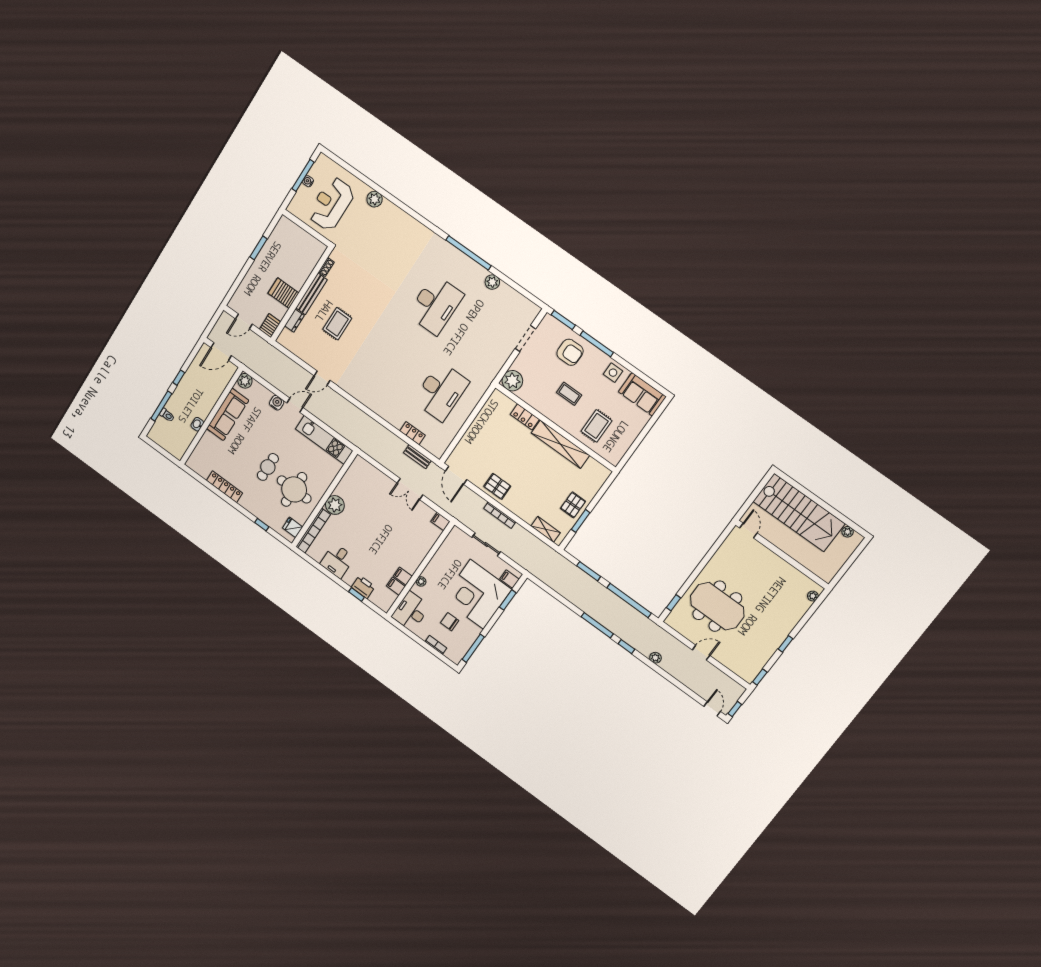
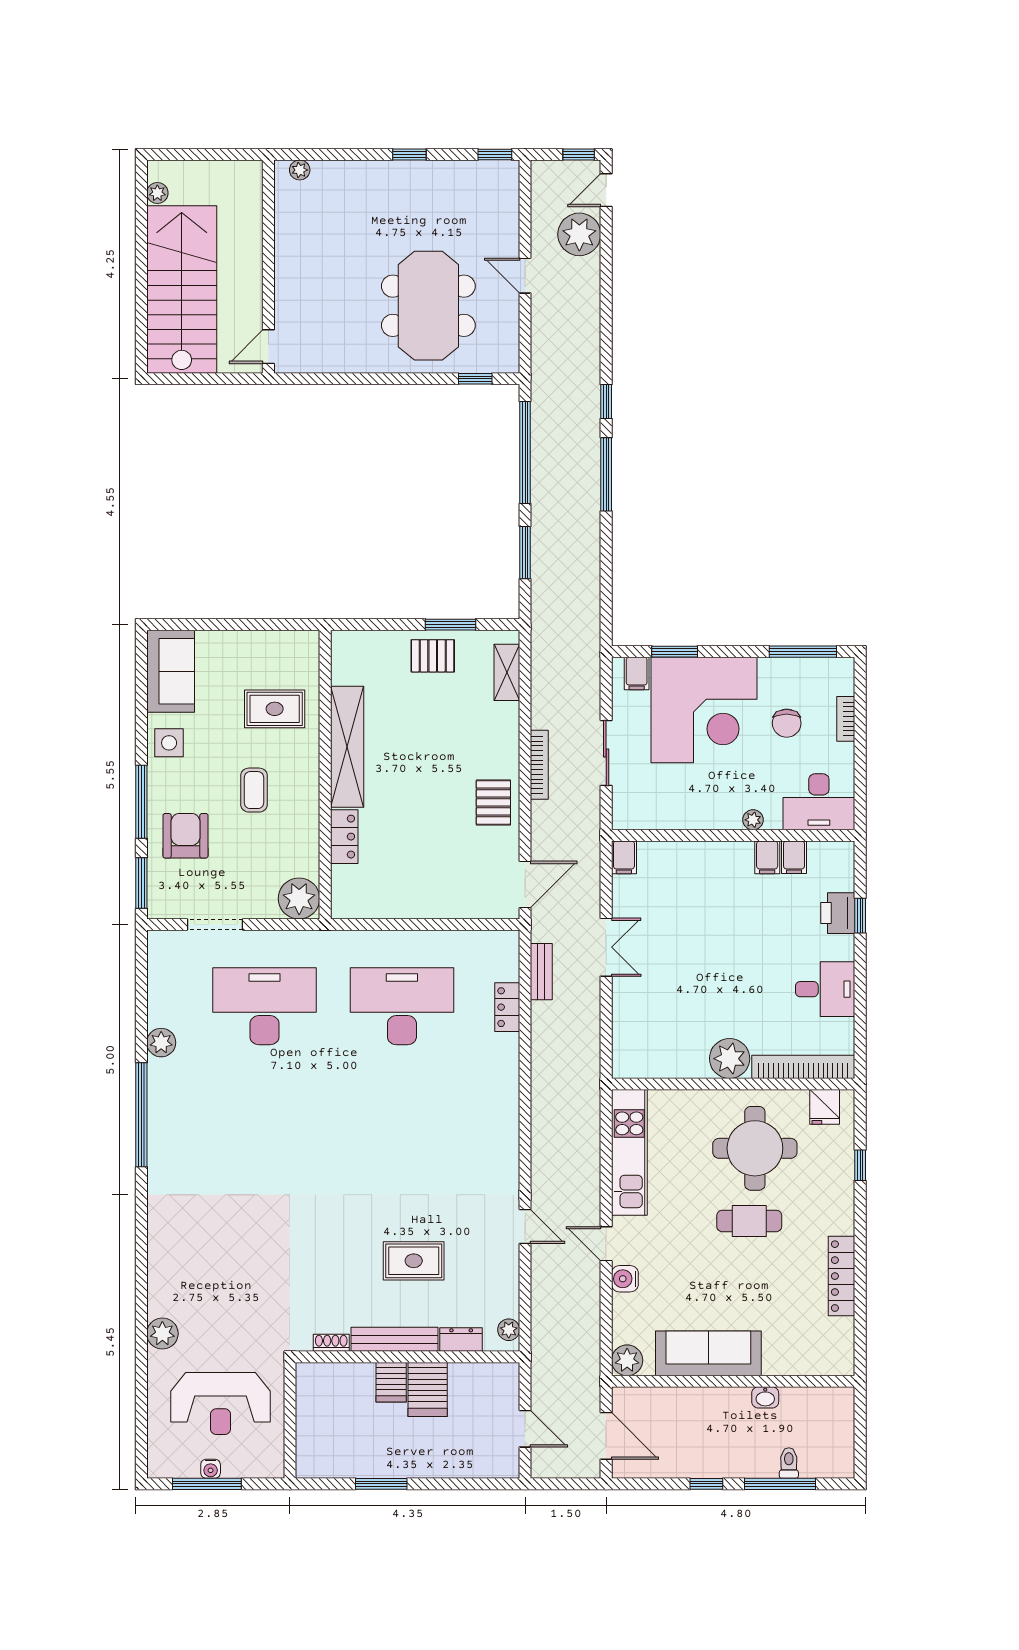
desk: (435, 305) -> (264, 1006), moved
server rack: (270, 326) -> (391, 1382), moved, turned -90
plant: (286, 343) -> (509, 1330), added
plant: (655, 658) -> (579, 234), moved, width x1.88, depth x1.88

